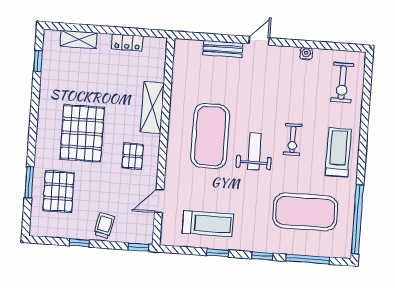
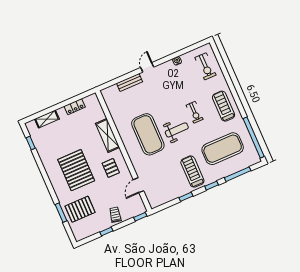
weight bench: (254, 151) -> (177, 130), turned 90
pallet: (59, 192) -> (80, 209), turned 90
treadmill: (208, 224) -> (192, 172), moved, turned -90

